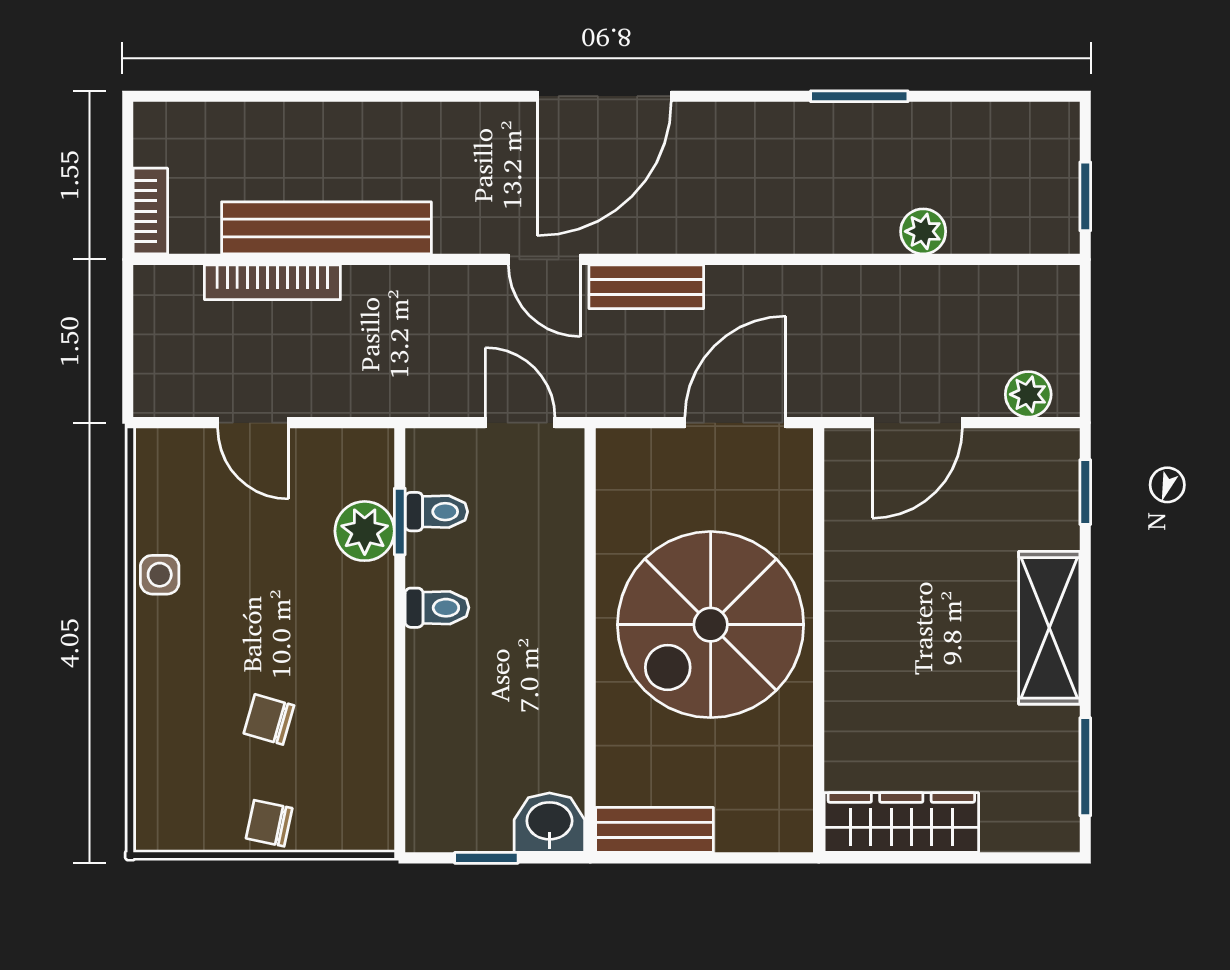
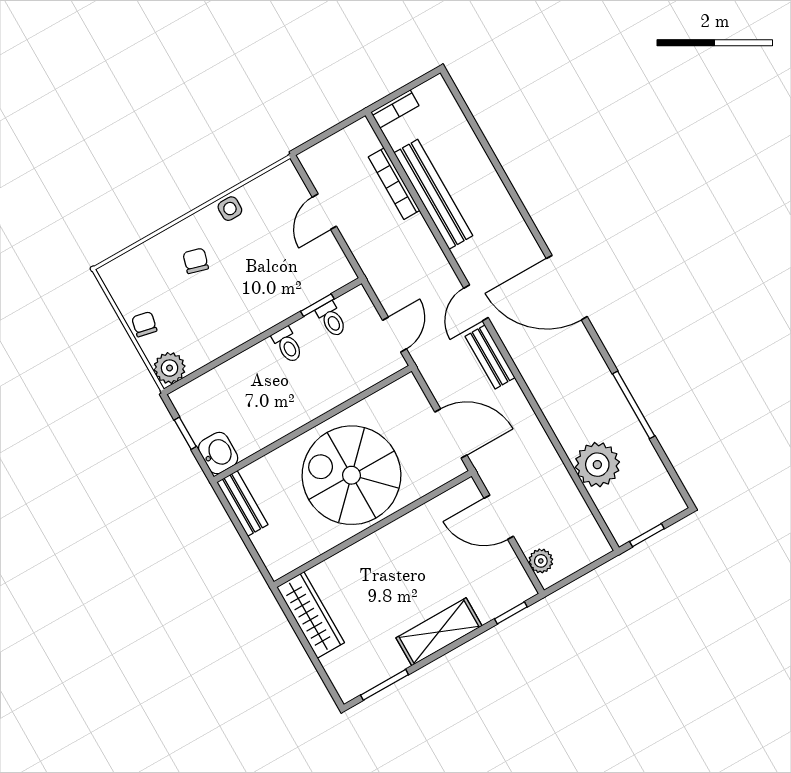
window: (859, 96) -> (634, 405), width x1.44
plant: (923, 231) -> (597, 465), width x1.88, depth x1.88
plant: (365, 531) -> (170, 368), moved
chair: (269, 719) -> (196, 261), moved

